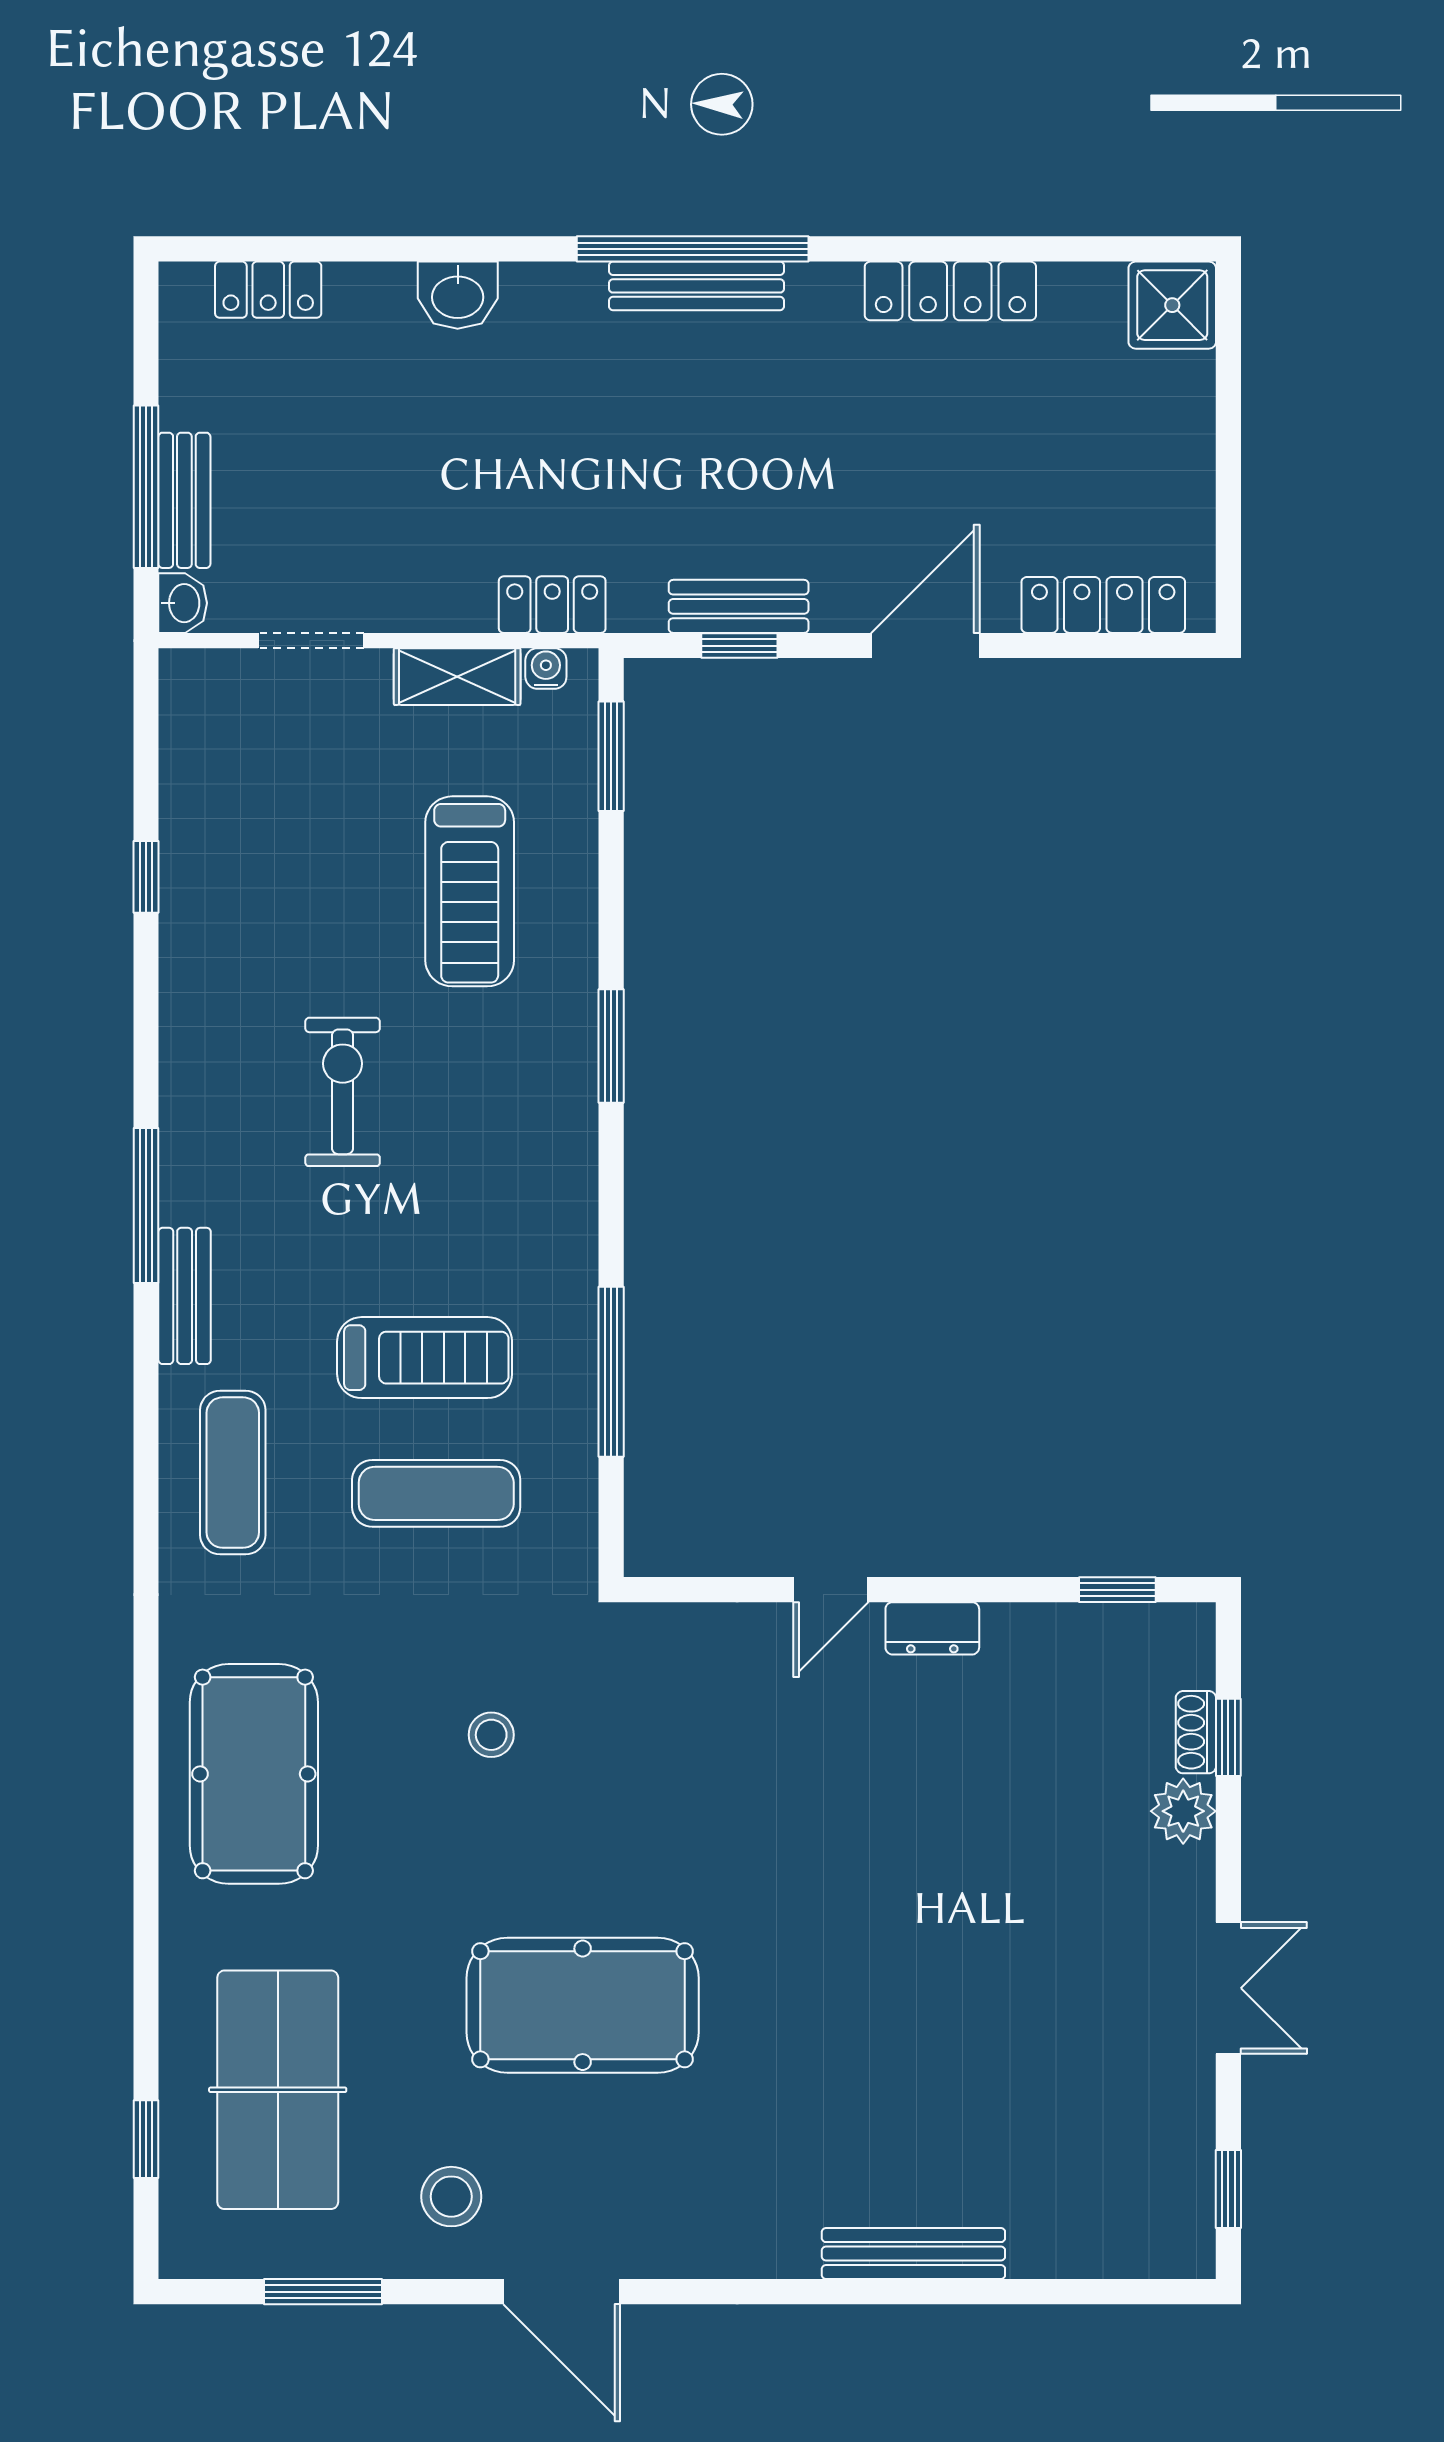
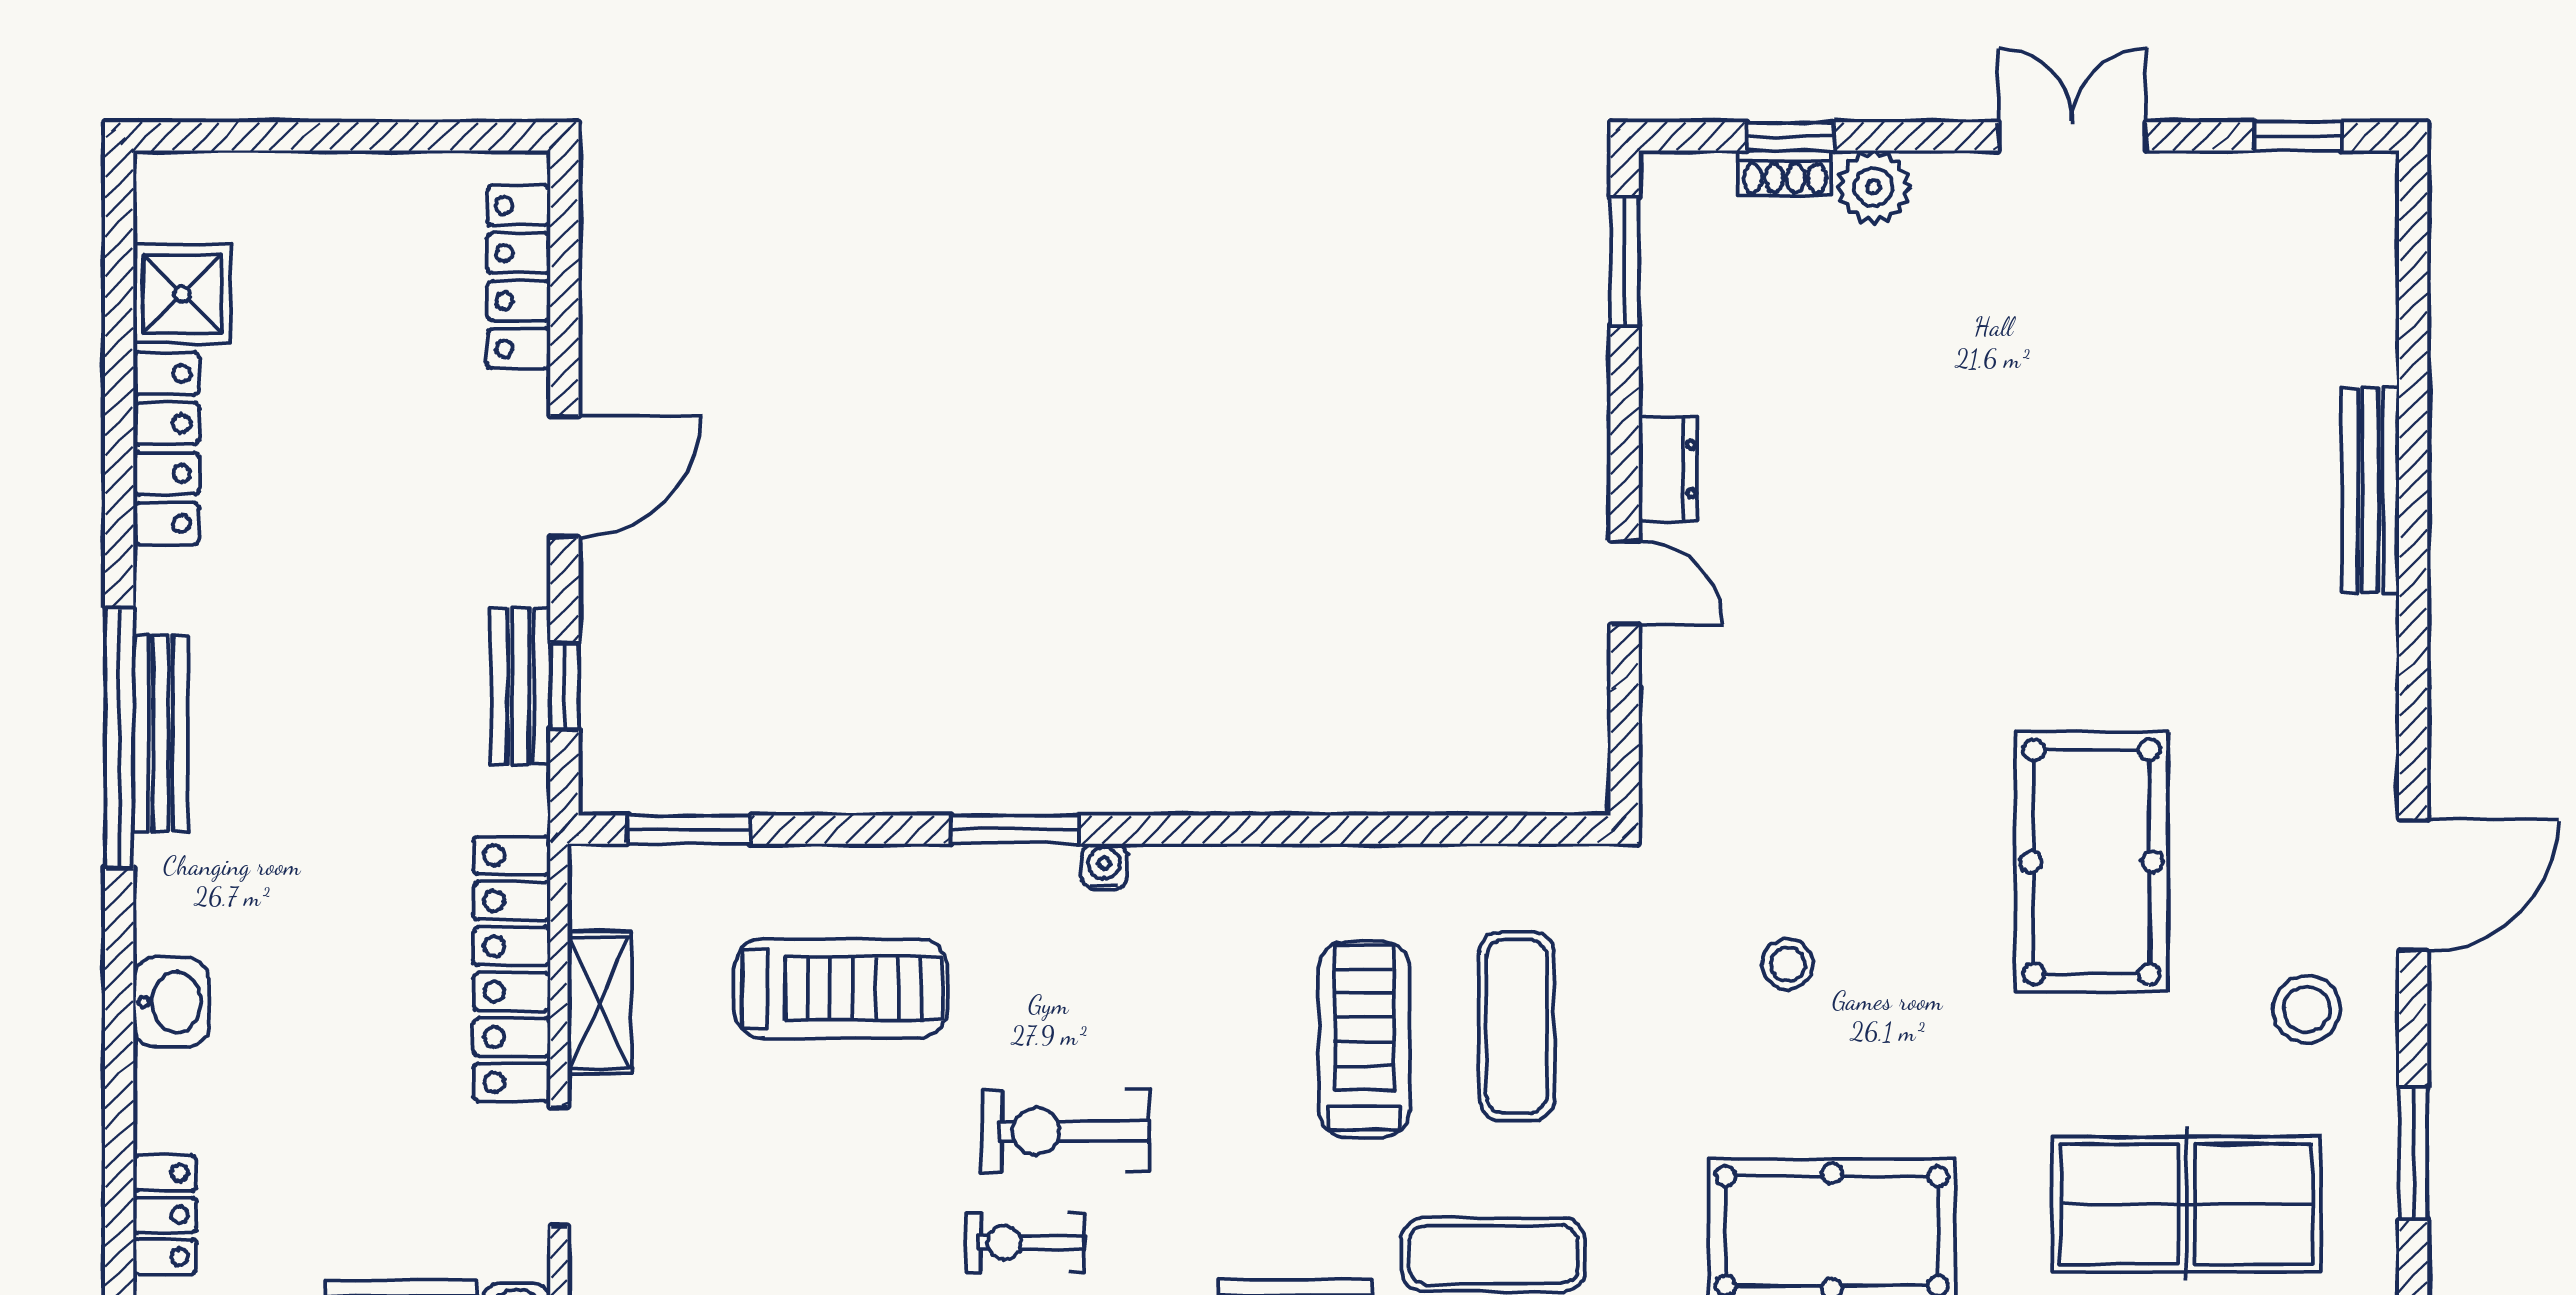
shower: (1172, 305) -> (182, 294), moved
locker: (552, 605) -> (512, 969), width x2.16, depth x1.21
door: (925, 646) -> (564, 477), swing flipped
water cooler: (546, 668) -> (1104, 867), moved, turned 90
exercise bike: (243, 1056) -> (1026, 1243), added
window: (611, 1372) -> (1380, 830), removed
window: (1117, 1590) -> (1625, 261), width x1.50

